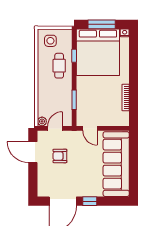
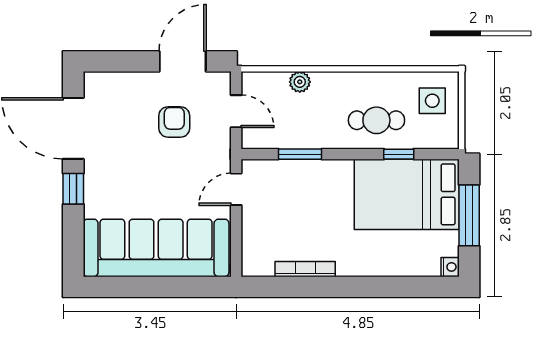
bed: (98, 52) -> (407, 194), width x0.73
plant: (42, 121) -> (300, 82), moved

